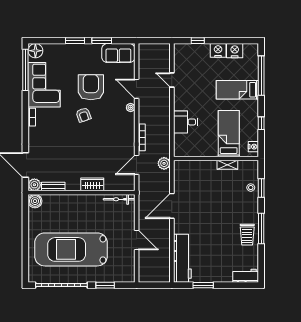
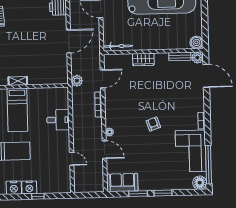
window: (198, 41) -> (38, 196), moved
armchair: (91, 87) -> (147, 150), removed

